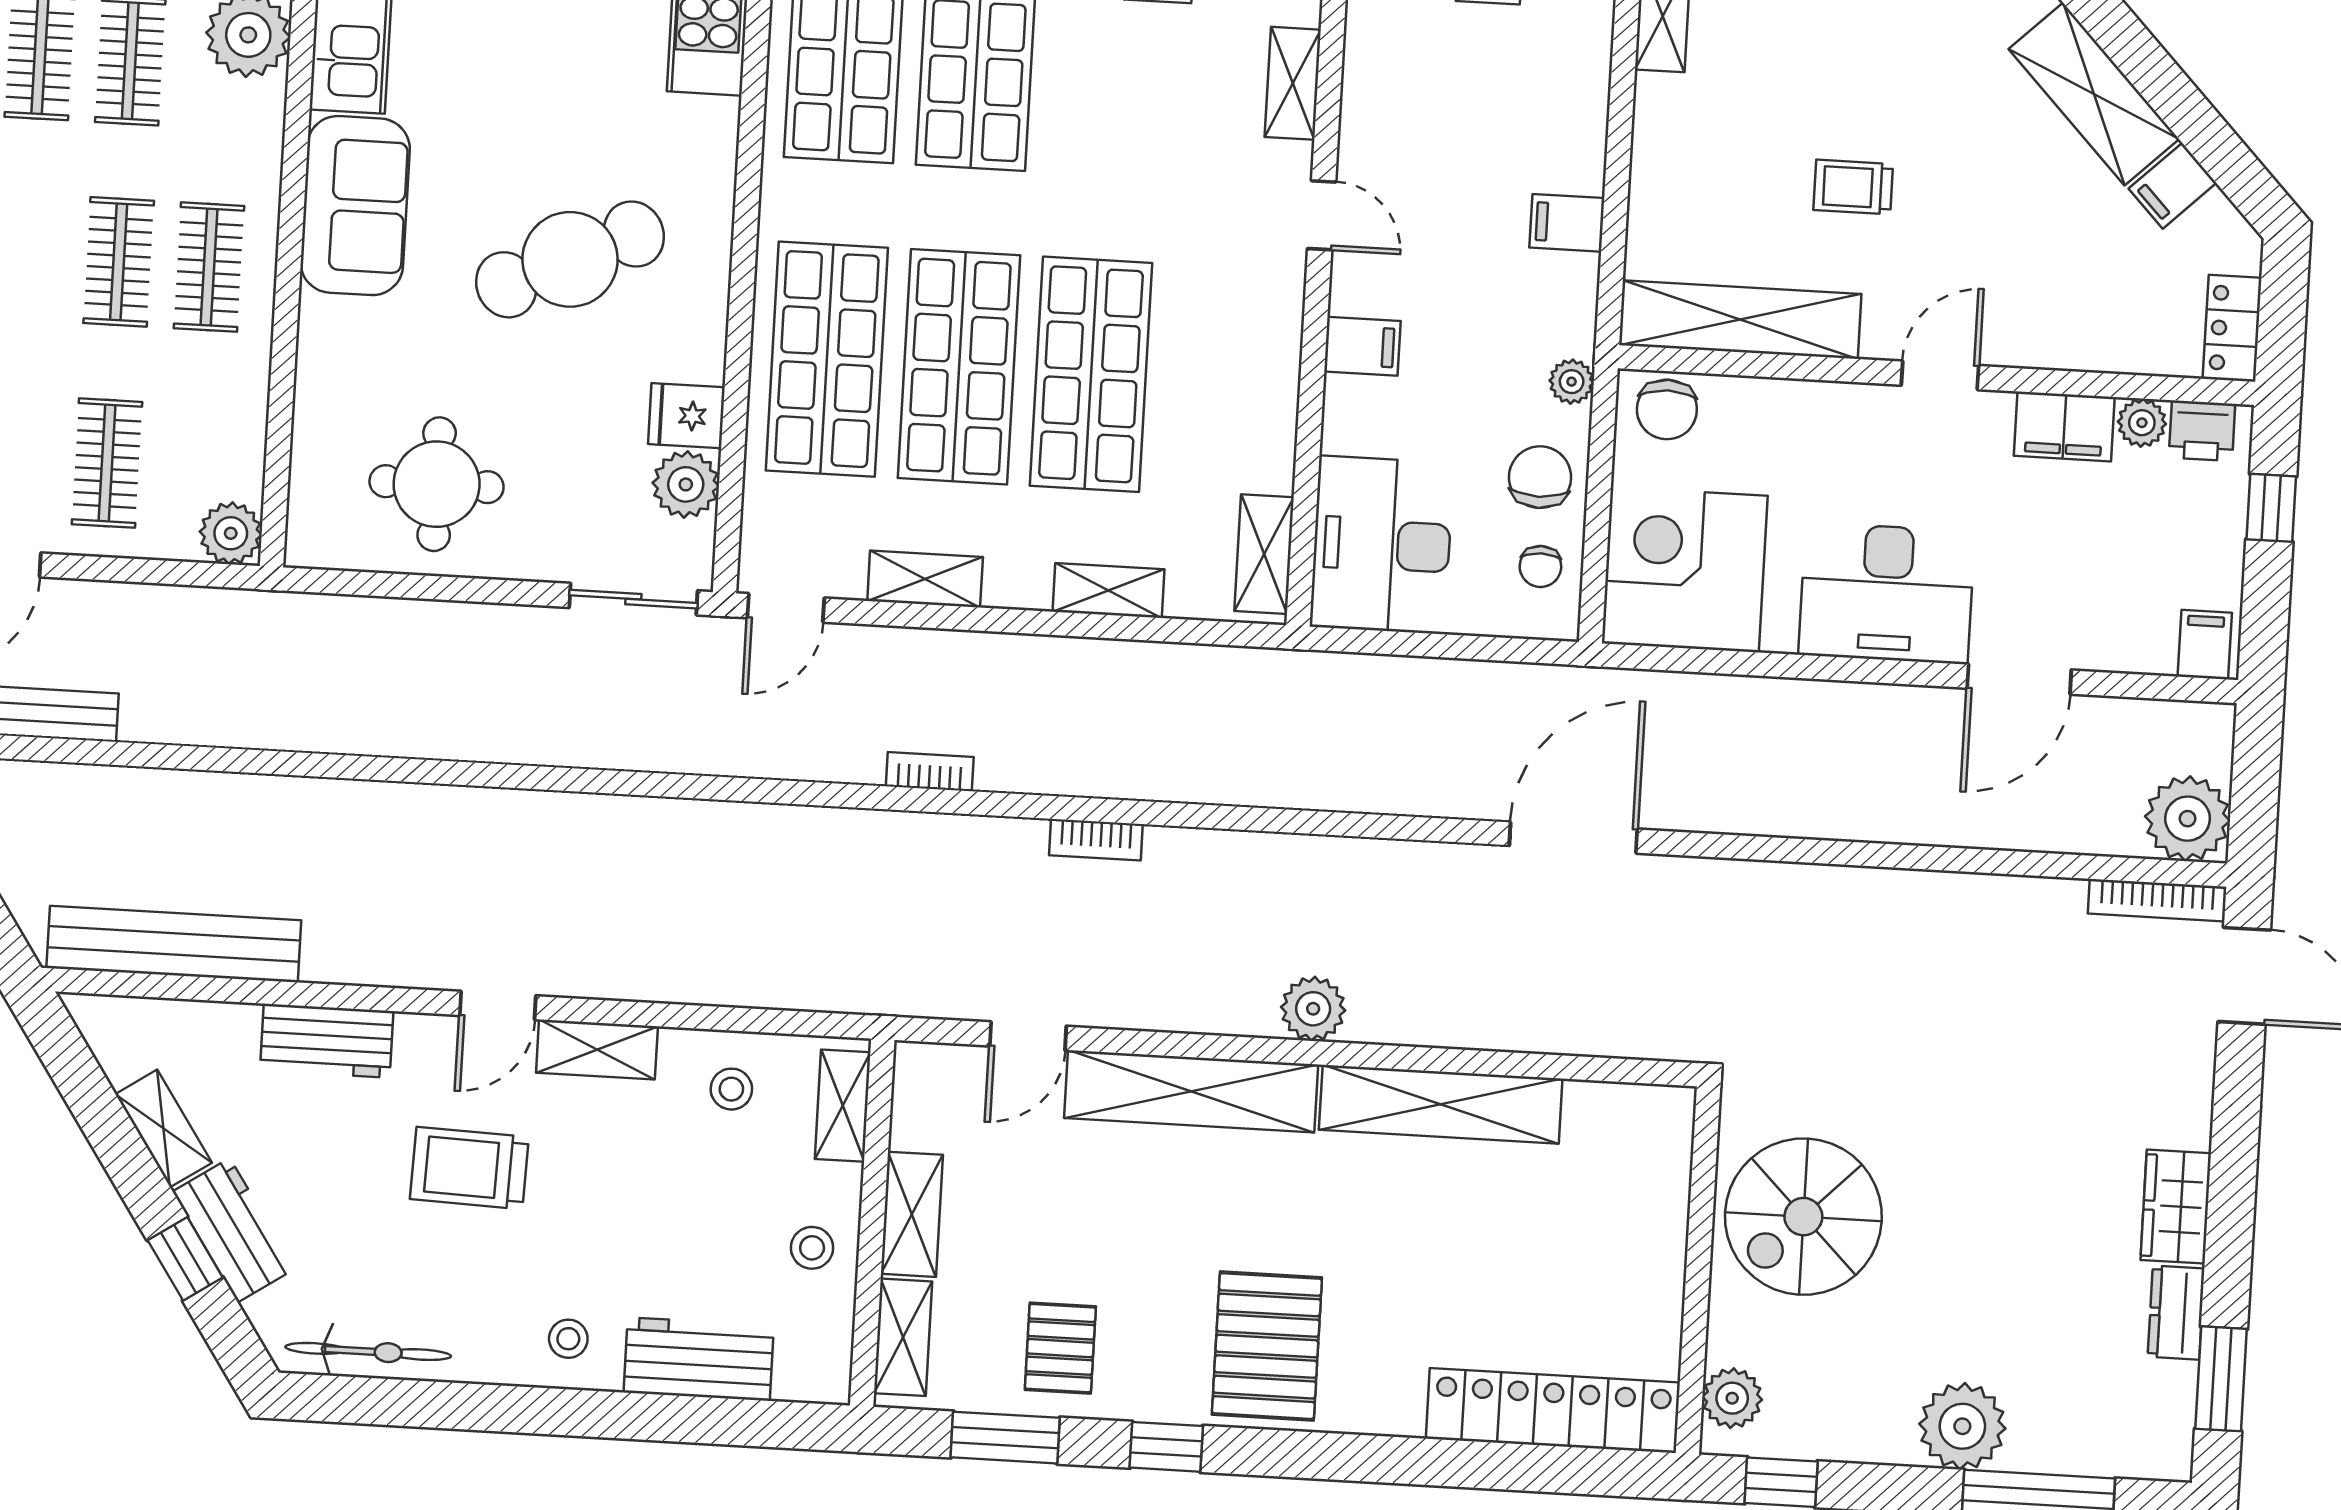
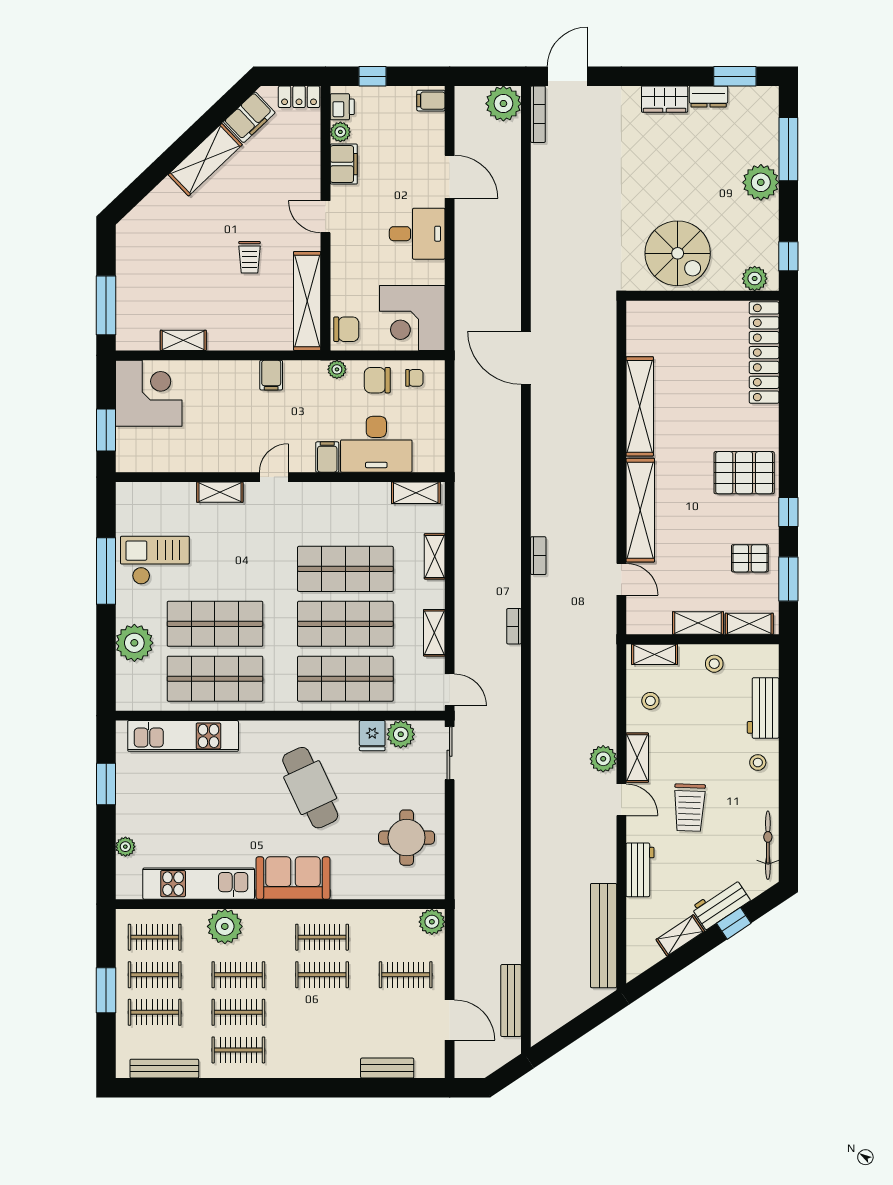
filing cabinet: (2173, 186) -> (249, 117), width x2.00
desk: (1382, 545) -> (376, 444), moved
desk: (1887, 593) -> (417, 234), width x0.73
plant: (1313, 1009) -> (603, 759), moved

